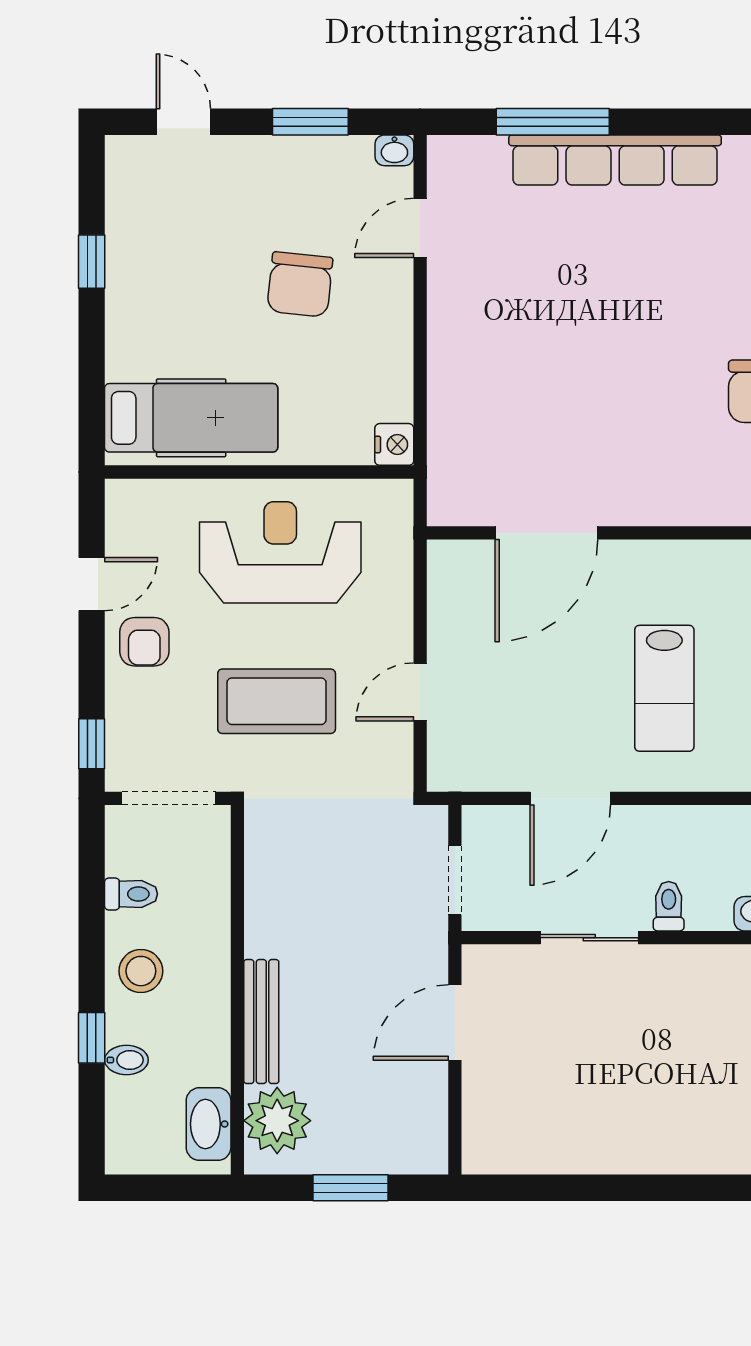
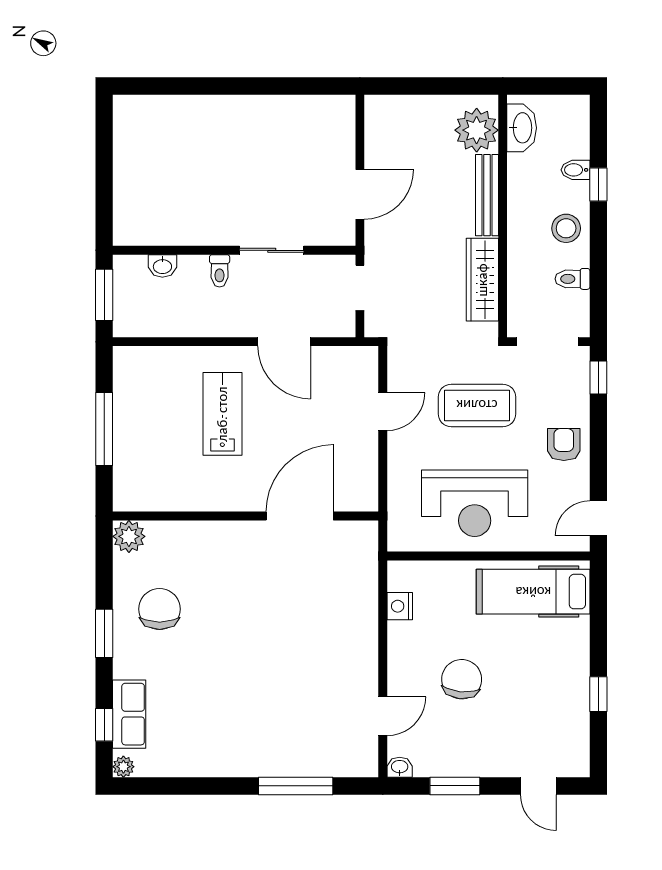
row of seats: (615, 160) -> (255, 761), removed
nightstand: (394, 444) -> (400, 606), moved
door: (92, 584) -> (598, 518), moved
door: (570, 798) -> (284, 342), swing flipped
wardrobe: (268, 893) -> (482, 280), added
window: (350, 1188) -> (428, 86), removed

